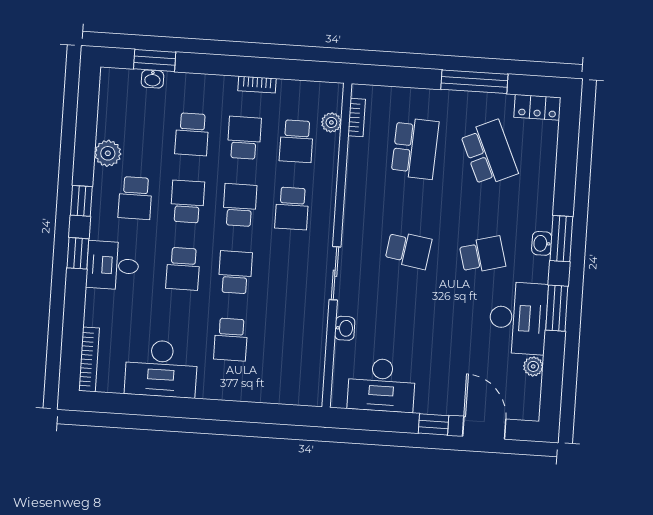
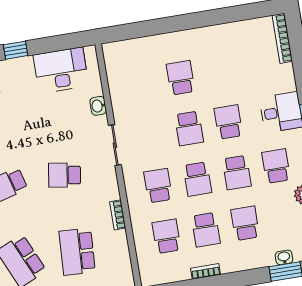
bookcase: (357, 118) -> (118, 215), moved
plant: (331, 122) -> (144, 256), removed
desk: (161, 369) -> (227, 44), removed

